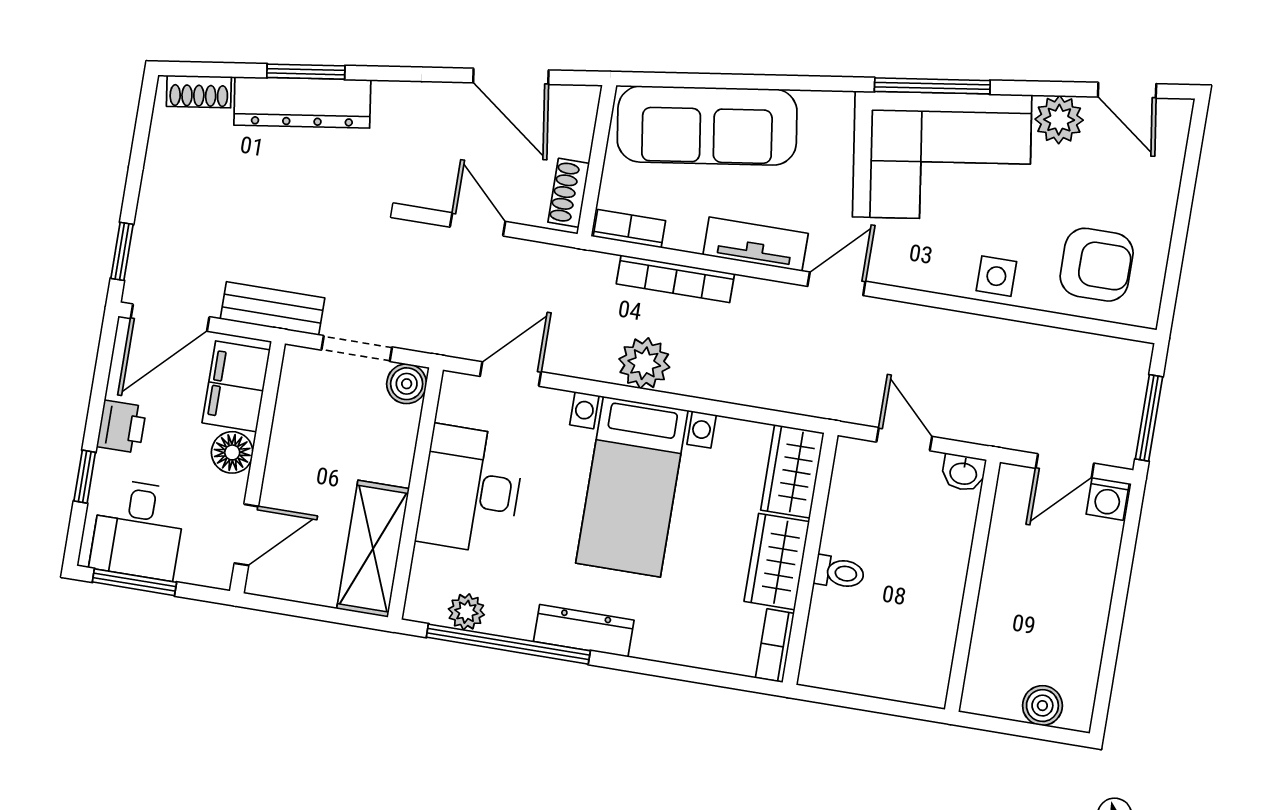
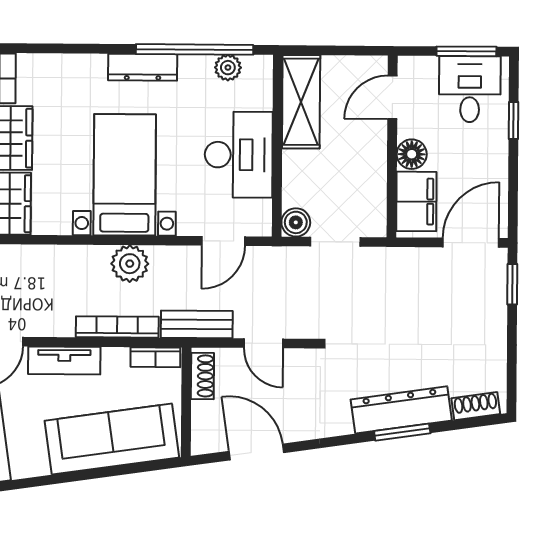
bench: (273, 309) -> (197, 324), moved
printer: (122, 427) -> (493, 160), removed

